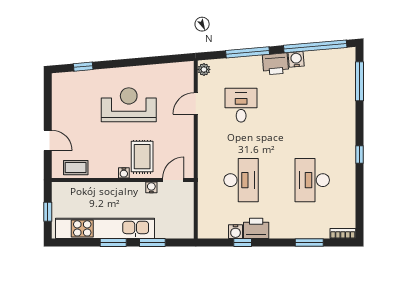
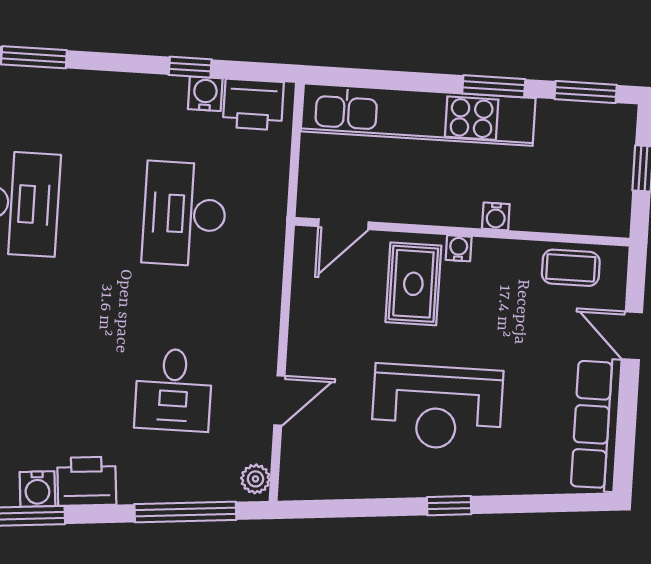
window: (248, 52) -> (185, 512), moved
window: (83, 67) -> (449, 506), moved
row of seats: (61, 102) -> (596, 425), added
water cooler: (151, 187) -> (496, 216), moved
kitchen unit: (105, 228) -> (418, 115), moved
printer: (256, 228) -> (253, 104), moved
window: (152, 243) -> (586, 92), moved

